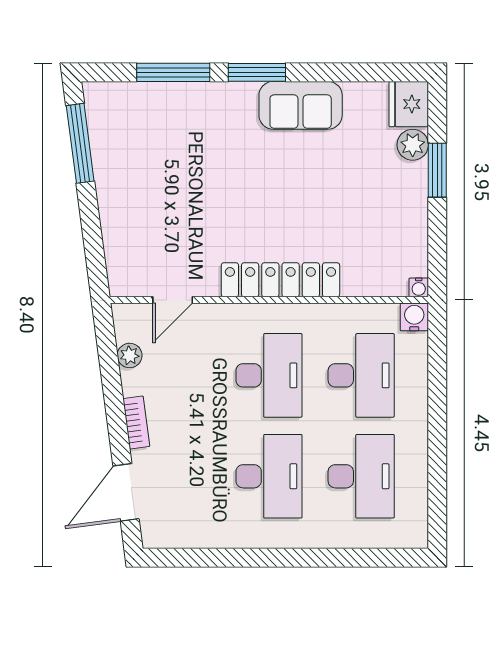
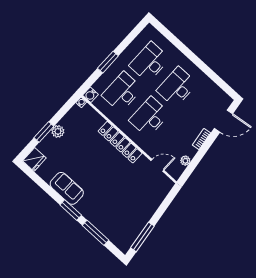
plant: (413, 145) -> (58, 131), moved
window: (437, 406) -> (108, 62), added

